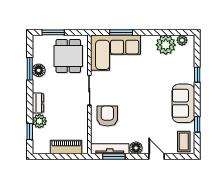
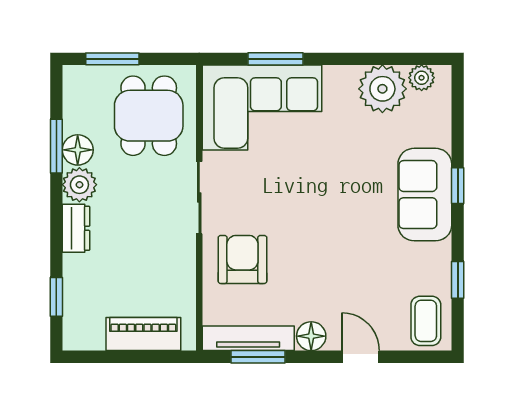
window: (197, 75) -> (458, 186), moved
sofa: (183, 103) -> (425, 195), moved
plant: (39, 121) -> (79, 185), moved

